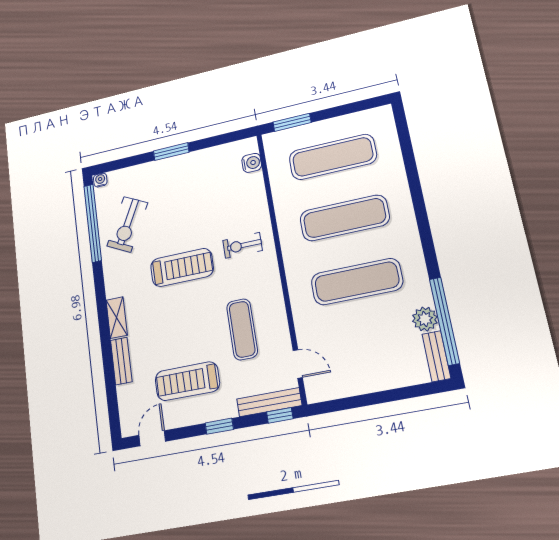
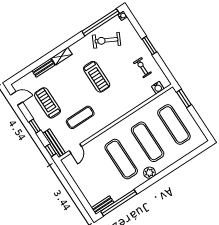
exercise bike: (243, 245) -> (142, 68), moved
plant: (425, 319) -> (149, 173), moved

